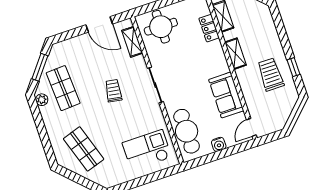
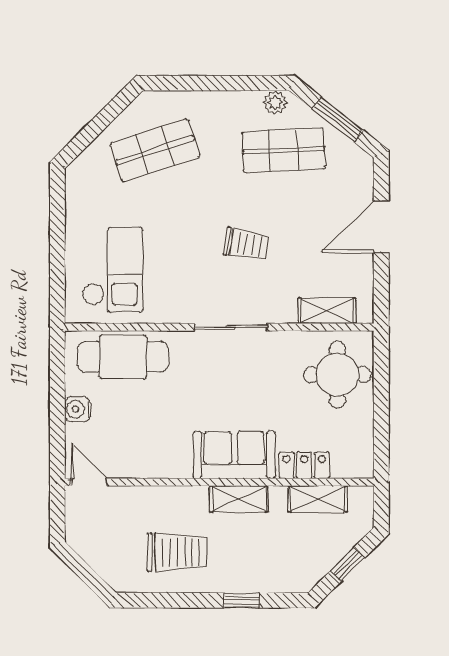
door: (99, 24) -> (381, 227), moved
window: (293, 67) -> (242, 600), moved
sofa: (226, 95) -> (234, 455), moved

